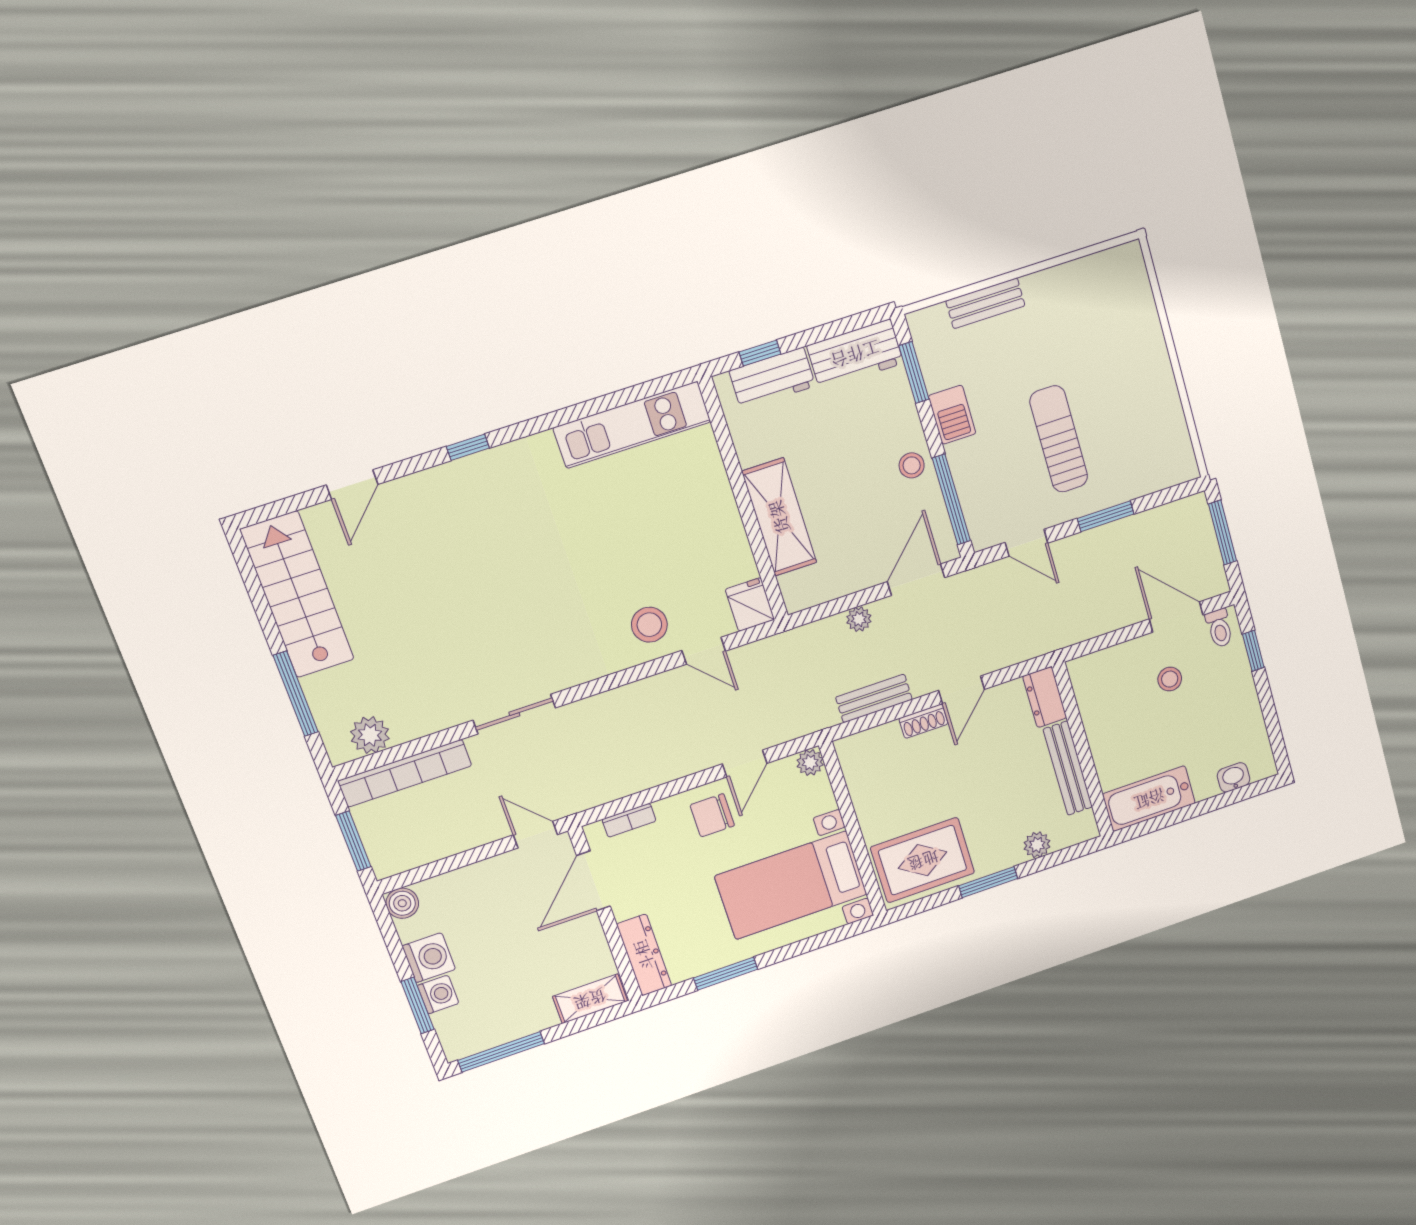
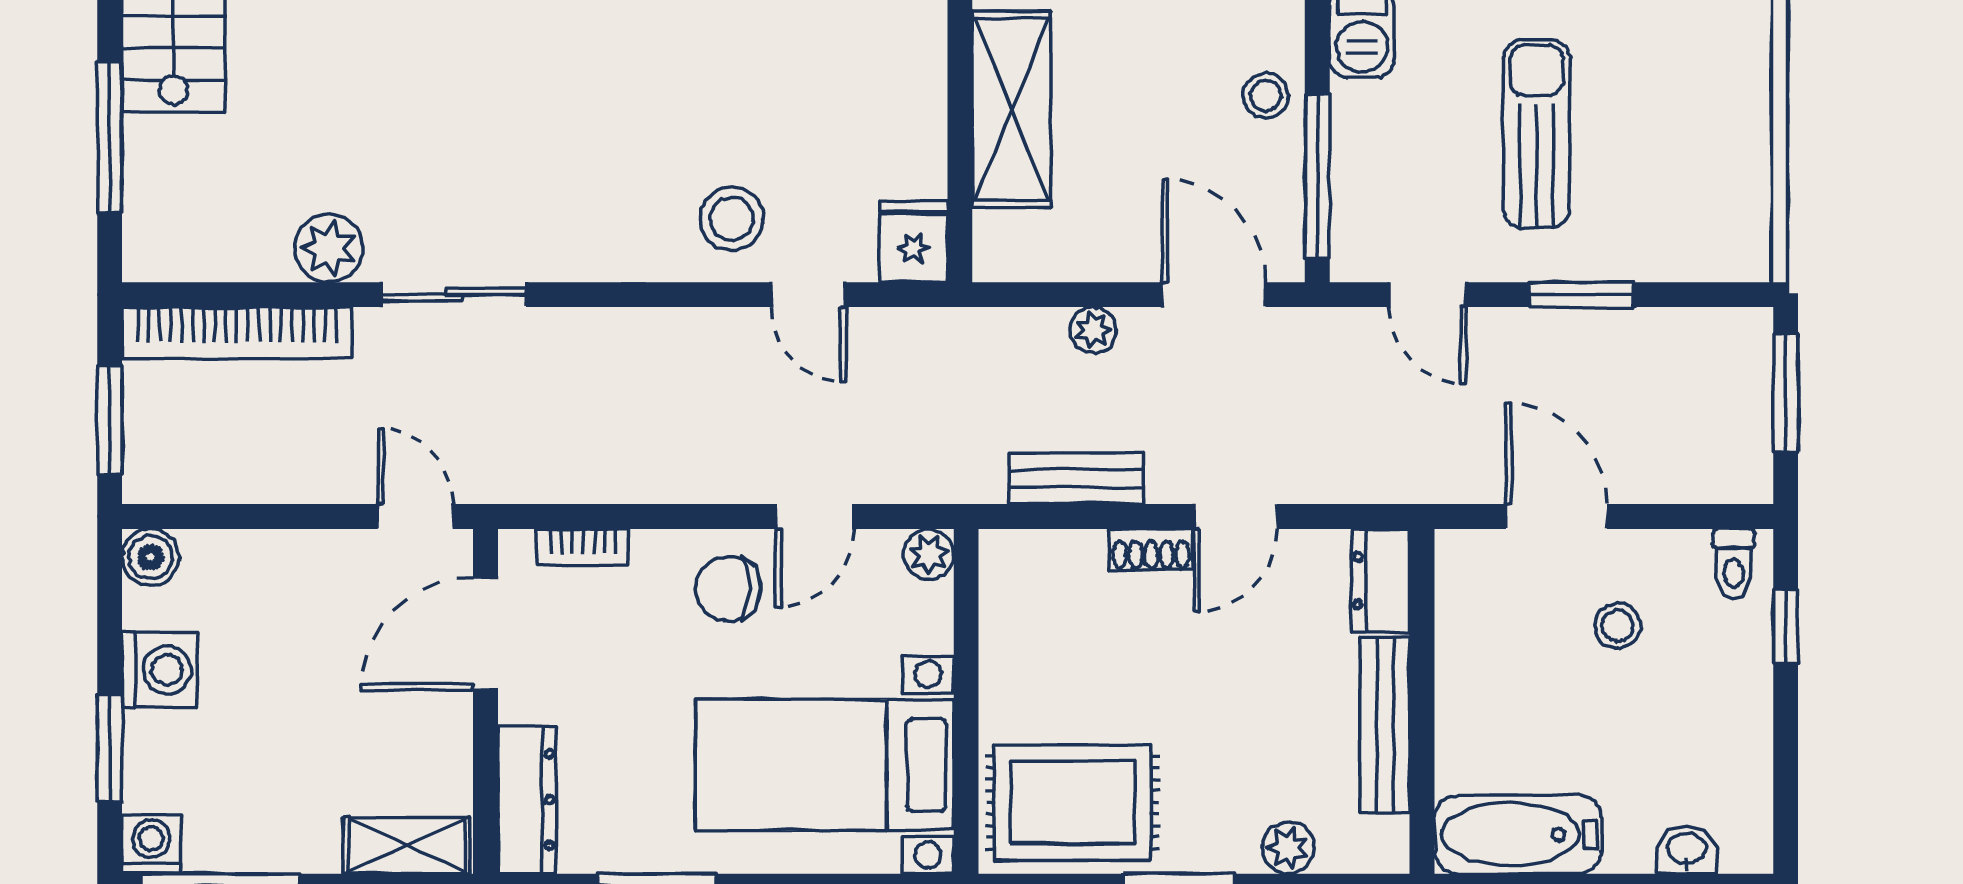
door: (916, 580) -> (1214, 295), hinge flipped
door: (1176, 617) -> (1557, 516), moved
plant: (370, 735) -> (329, 248), moved
washing machine: (438, 994) -> (151, 844), moved, turned -90

